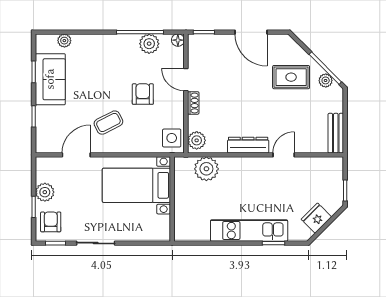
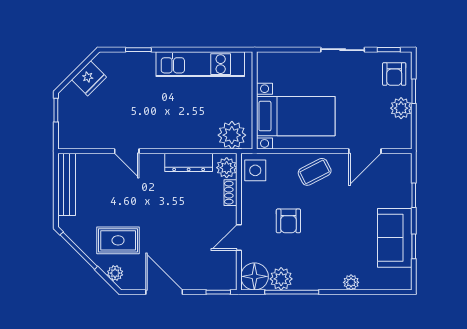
floor lamp: (178, 40) -> (254, 276), width x1.89, depth x1.89
plant: (64, 41) -> (351, 282), moved
door: (186, 80) -> (239, 238), swing flipped
plant: (326, 80) -> (115, 273), moved
shoe rack: (193, 103) -> (230, 193), moved
coffee table: (108, 123) -> (315, 172), moved
bench: (336, 133) -> (67, 184), width x1.36
dresser: (248, 145) -> (189, 162), moved
door: (284, 155) -> (127, 151), hinge flipped
plant: (206, 169) -> (232, 135), moved
kitchen unit: (249, 231) -> (200, 64), moved

